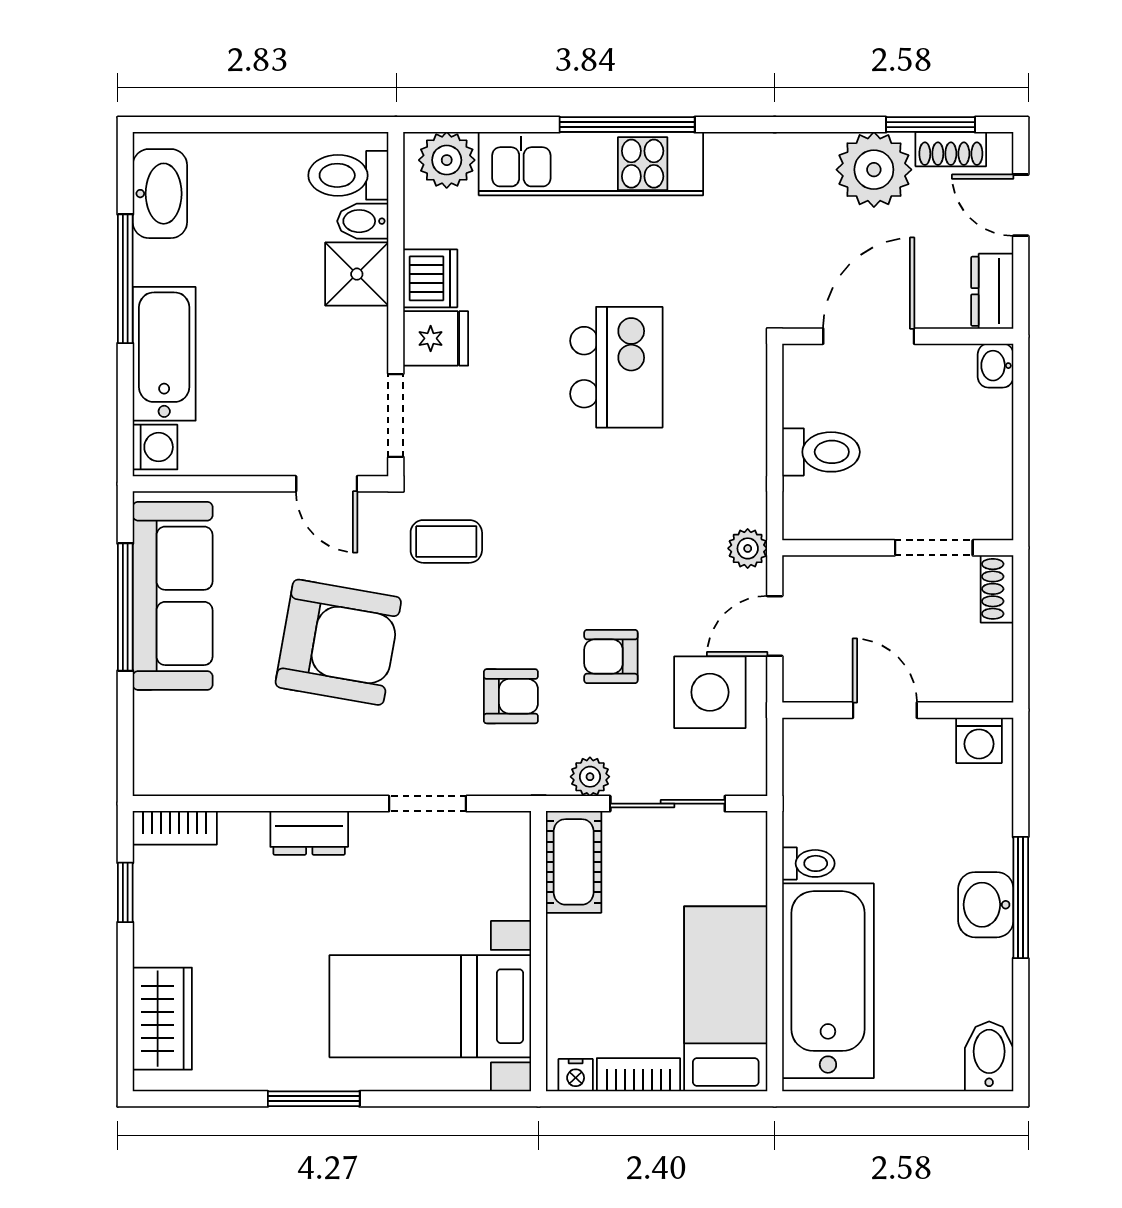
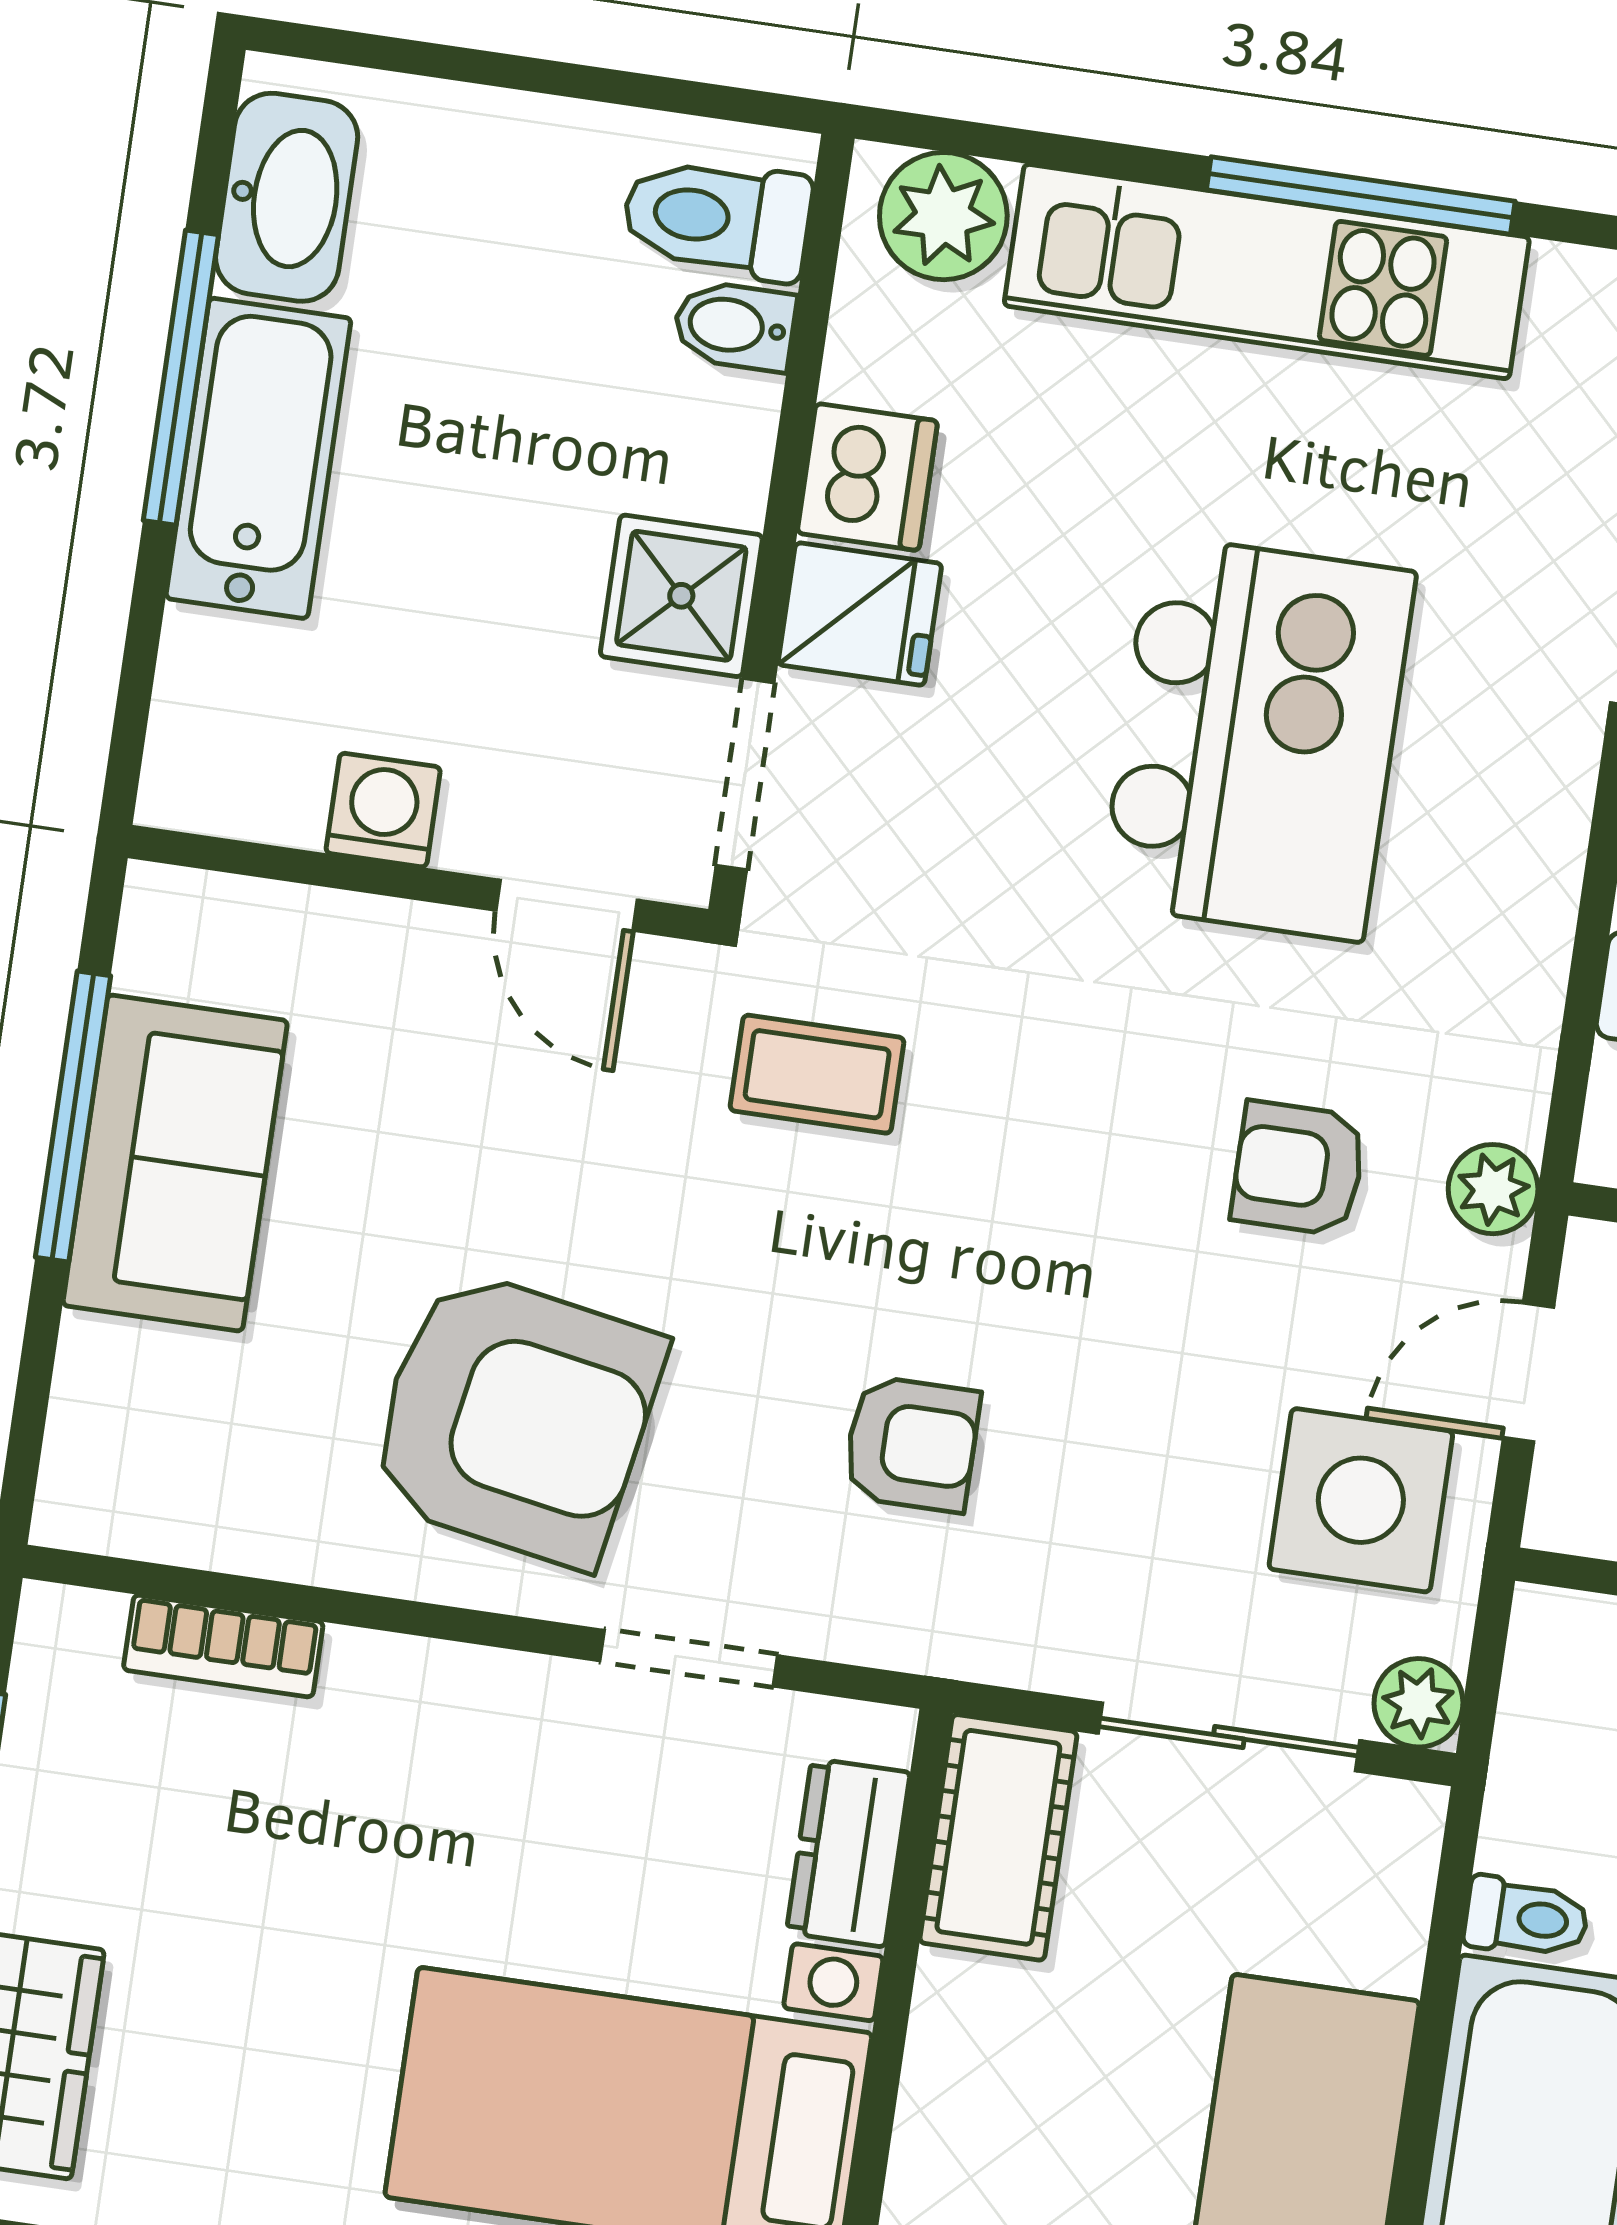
shower: (357, 274) -> (681, 596), moved
bathtub: (164, 354) -> (258, 458), moved
kitchen island: (616, 367) -> (1257, 738), width x1.37, depth x1.28
washing machine: (155, 447) -> (383, 810), moved, turned -90
sofa: (173, 596) -> (175, 1163), width x0.73
armchair: (338, 642) -> (515, 1418), moved
armchair: (611, 657) -> (1298, 1168), moved
plant: (590, 777) -> (1418, 1703), moved
bookcase: (175, 828) -> (223, 1646), moved
dresser: (309, 833) -> (848, 1853), moved, turned 90

